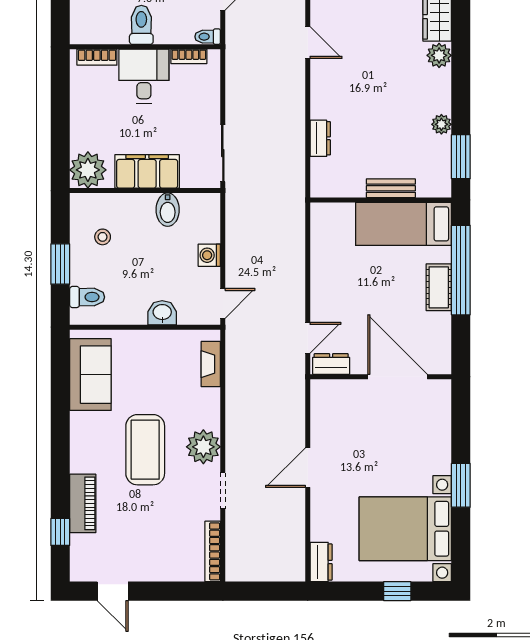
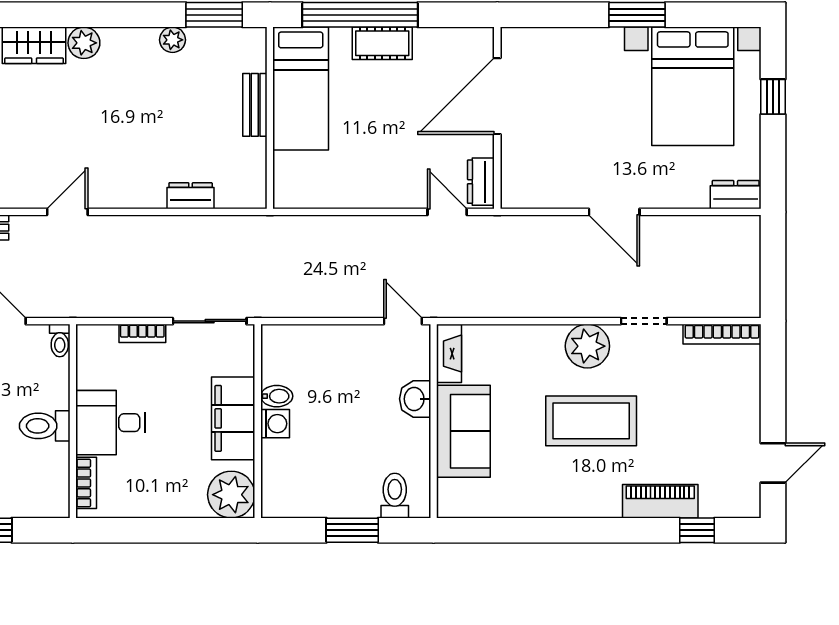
bookcase: (189, 56) -> (142, 333), moved, turned 90
bidet: (168, 210) -> (277, 396), width x0.72, depth x0.74
stool: (103, 237) -> (317, 476), removed
washing machine: (209, 255) -> (275, 424), moved, turned -90
fireplace: (211, 364) -> (449, 354), moved, turned -90
sofa: (90, 375) -> (463, 431), moved, turned 90

